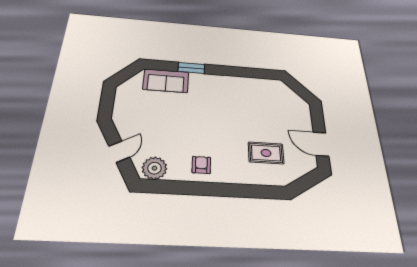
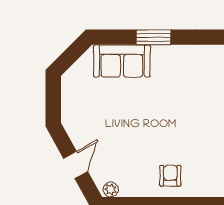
plant: (154, 168) -> (111, 189), width x0.53, depth x0.53

